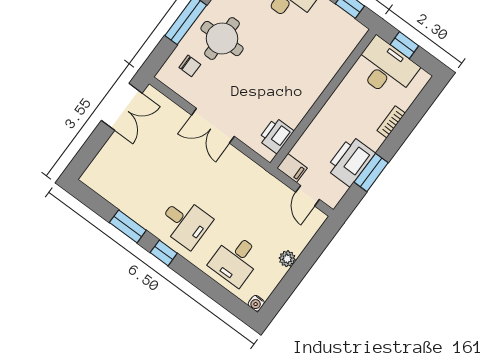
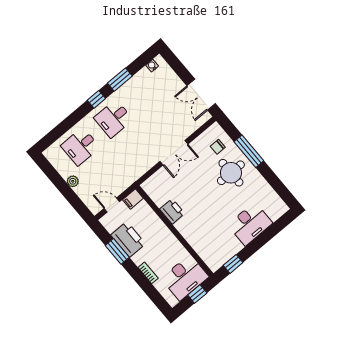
double door: (213, 126) -> (174, 153), swing flipped
printer: (276, 135) -> (172, 211), moved
desk: (236, 260) -> (80, 146), turned -90
water cooler: (256, 303) -> (152, 66), moved

